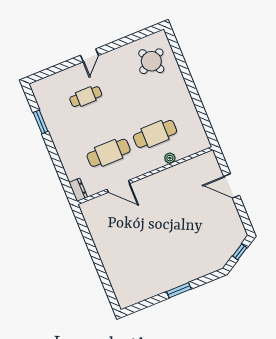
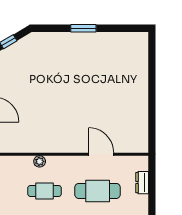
cafe table: (155, 134) -> (45, 191), width x0.73, depth x0.74
dresser: (78, 190) -> (142, 183), moved

